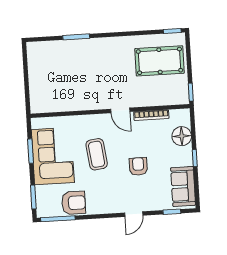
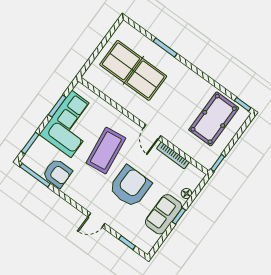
pool table: (159, 61) -> (214, 119), turned 90
table tennis table: (66, 75) -> (133, 70), added
floor lamp: (182, 136) -> (186, 193), width x0.53, depth x0.53
coffee table: (97, 154) -> (106, 151), width x1.36, depth x1.32
armchair: (138, 166) -> (130, 186), width x1.88, depth x1.88
sofa: (183, 186) -> (164, 214), moved

